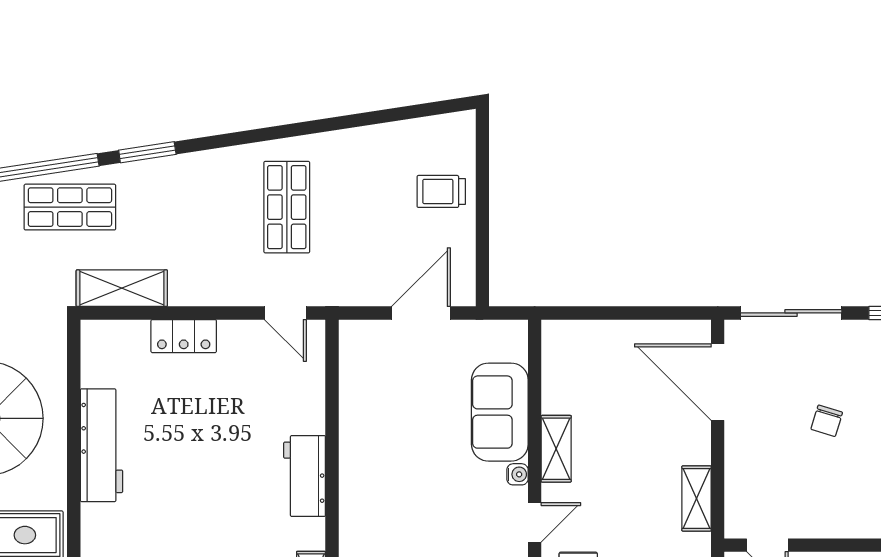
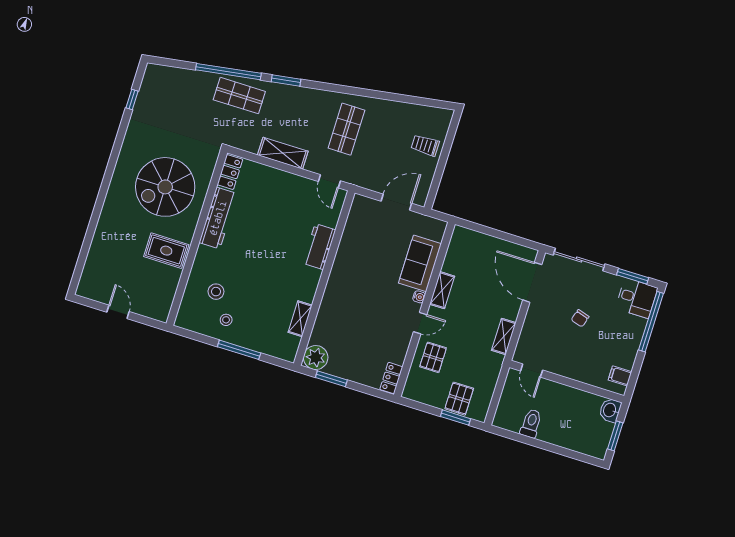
shelving: (122, 288) -> (283, 153), moved
locker: (184, 336) -> (230, 172), moved, turned -90
workbench: (305, 476) -> (319, 247), moved

